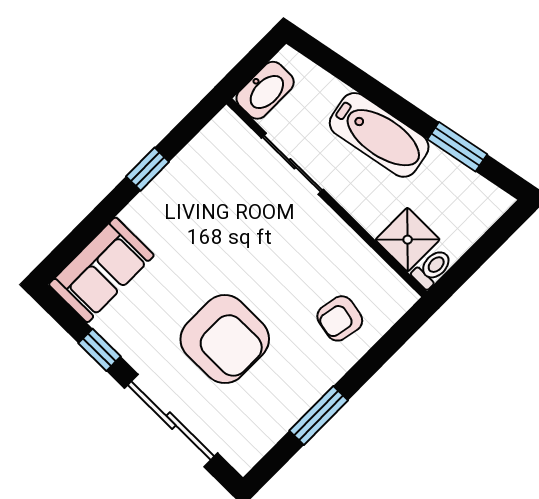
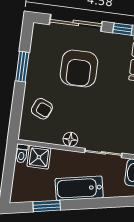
floor lamp: (331, 229) -> (70, 139), added
armchair: (340, 318) -> (42, 109), turned 102
armchair: (225, 339) -> (79, 68), turned -90

